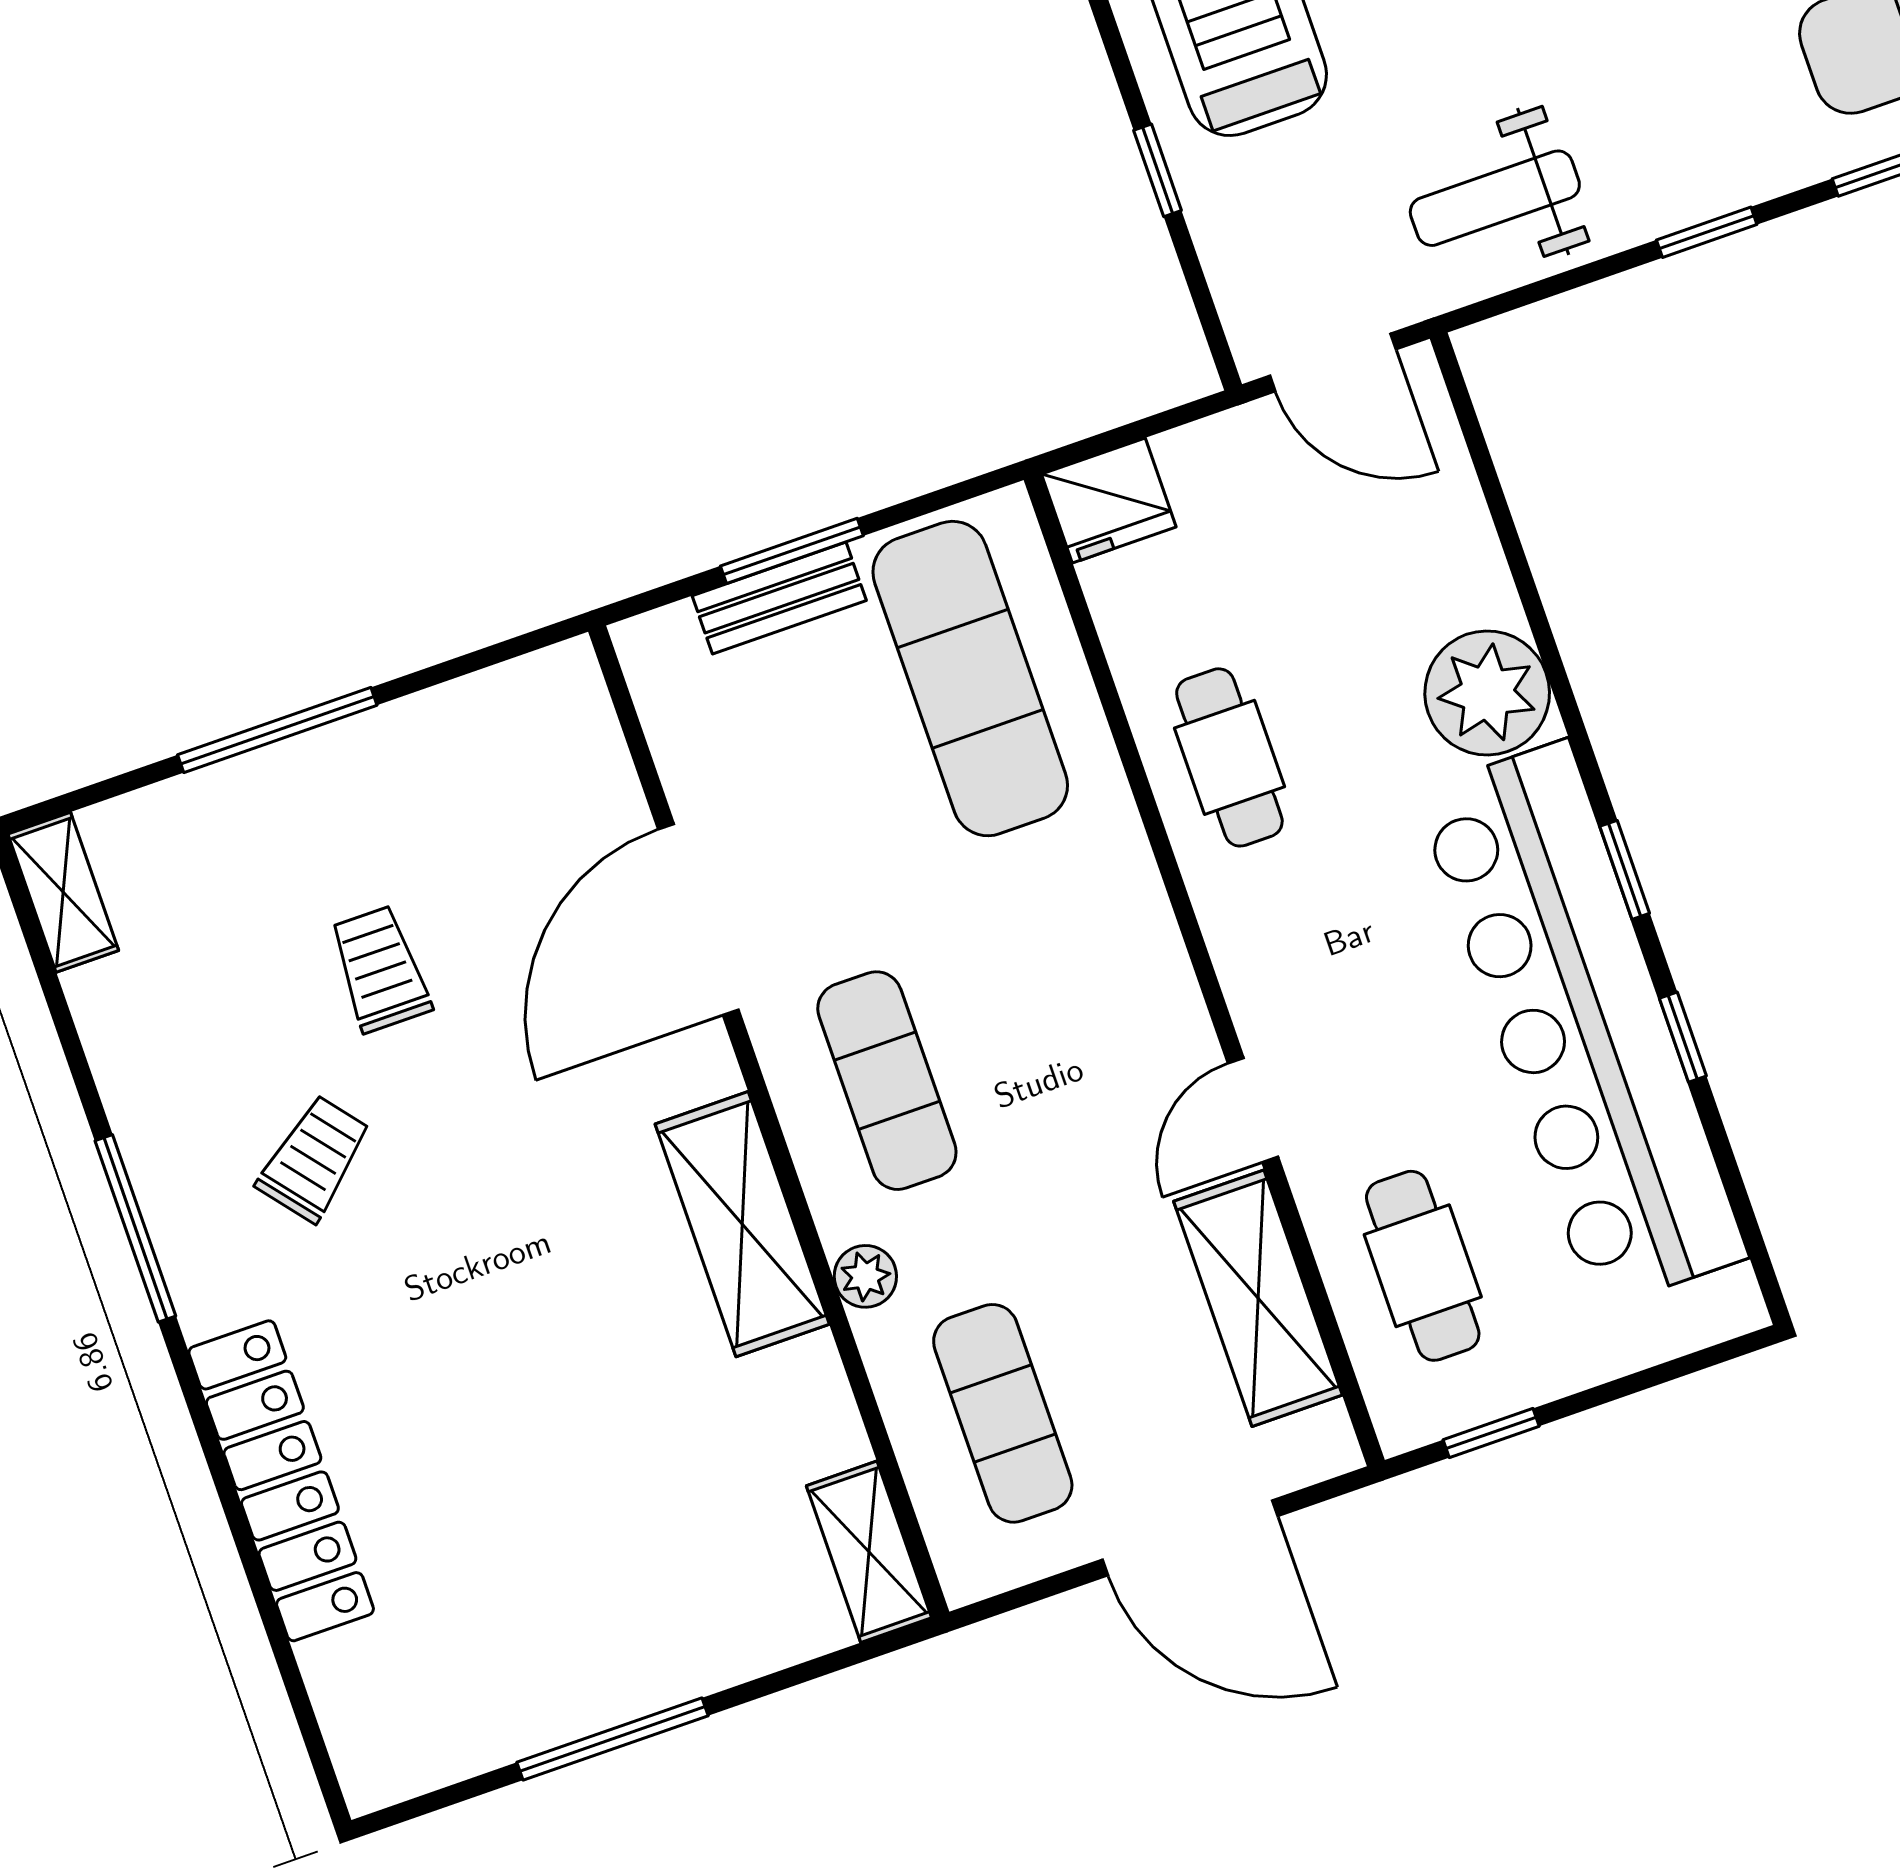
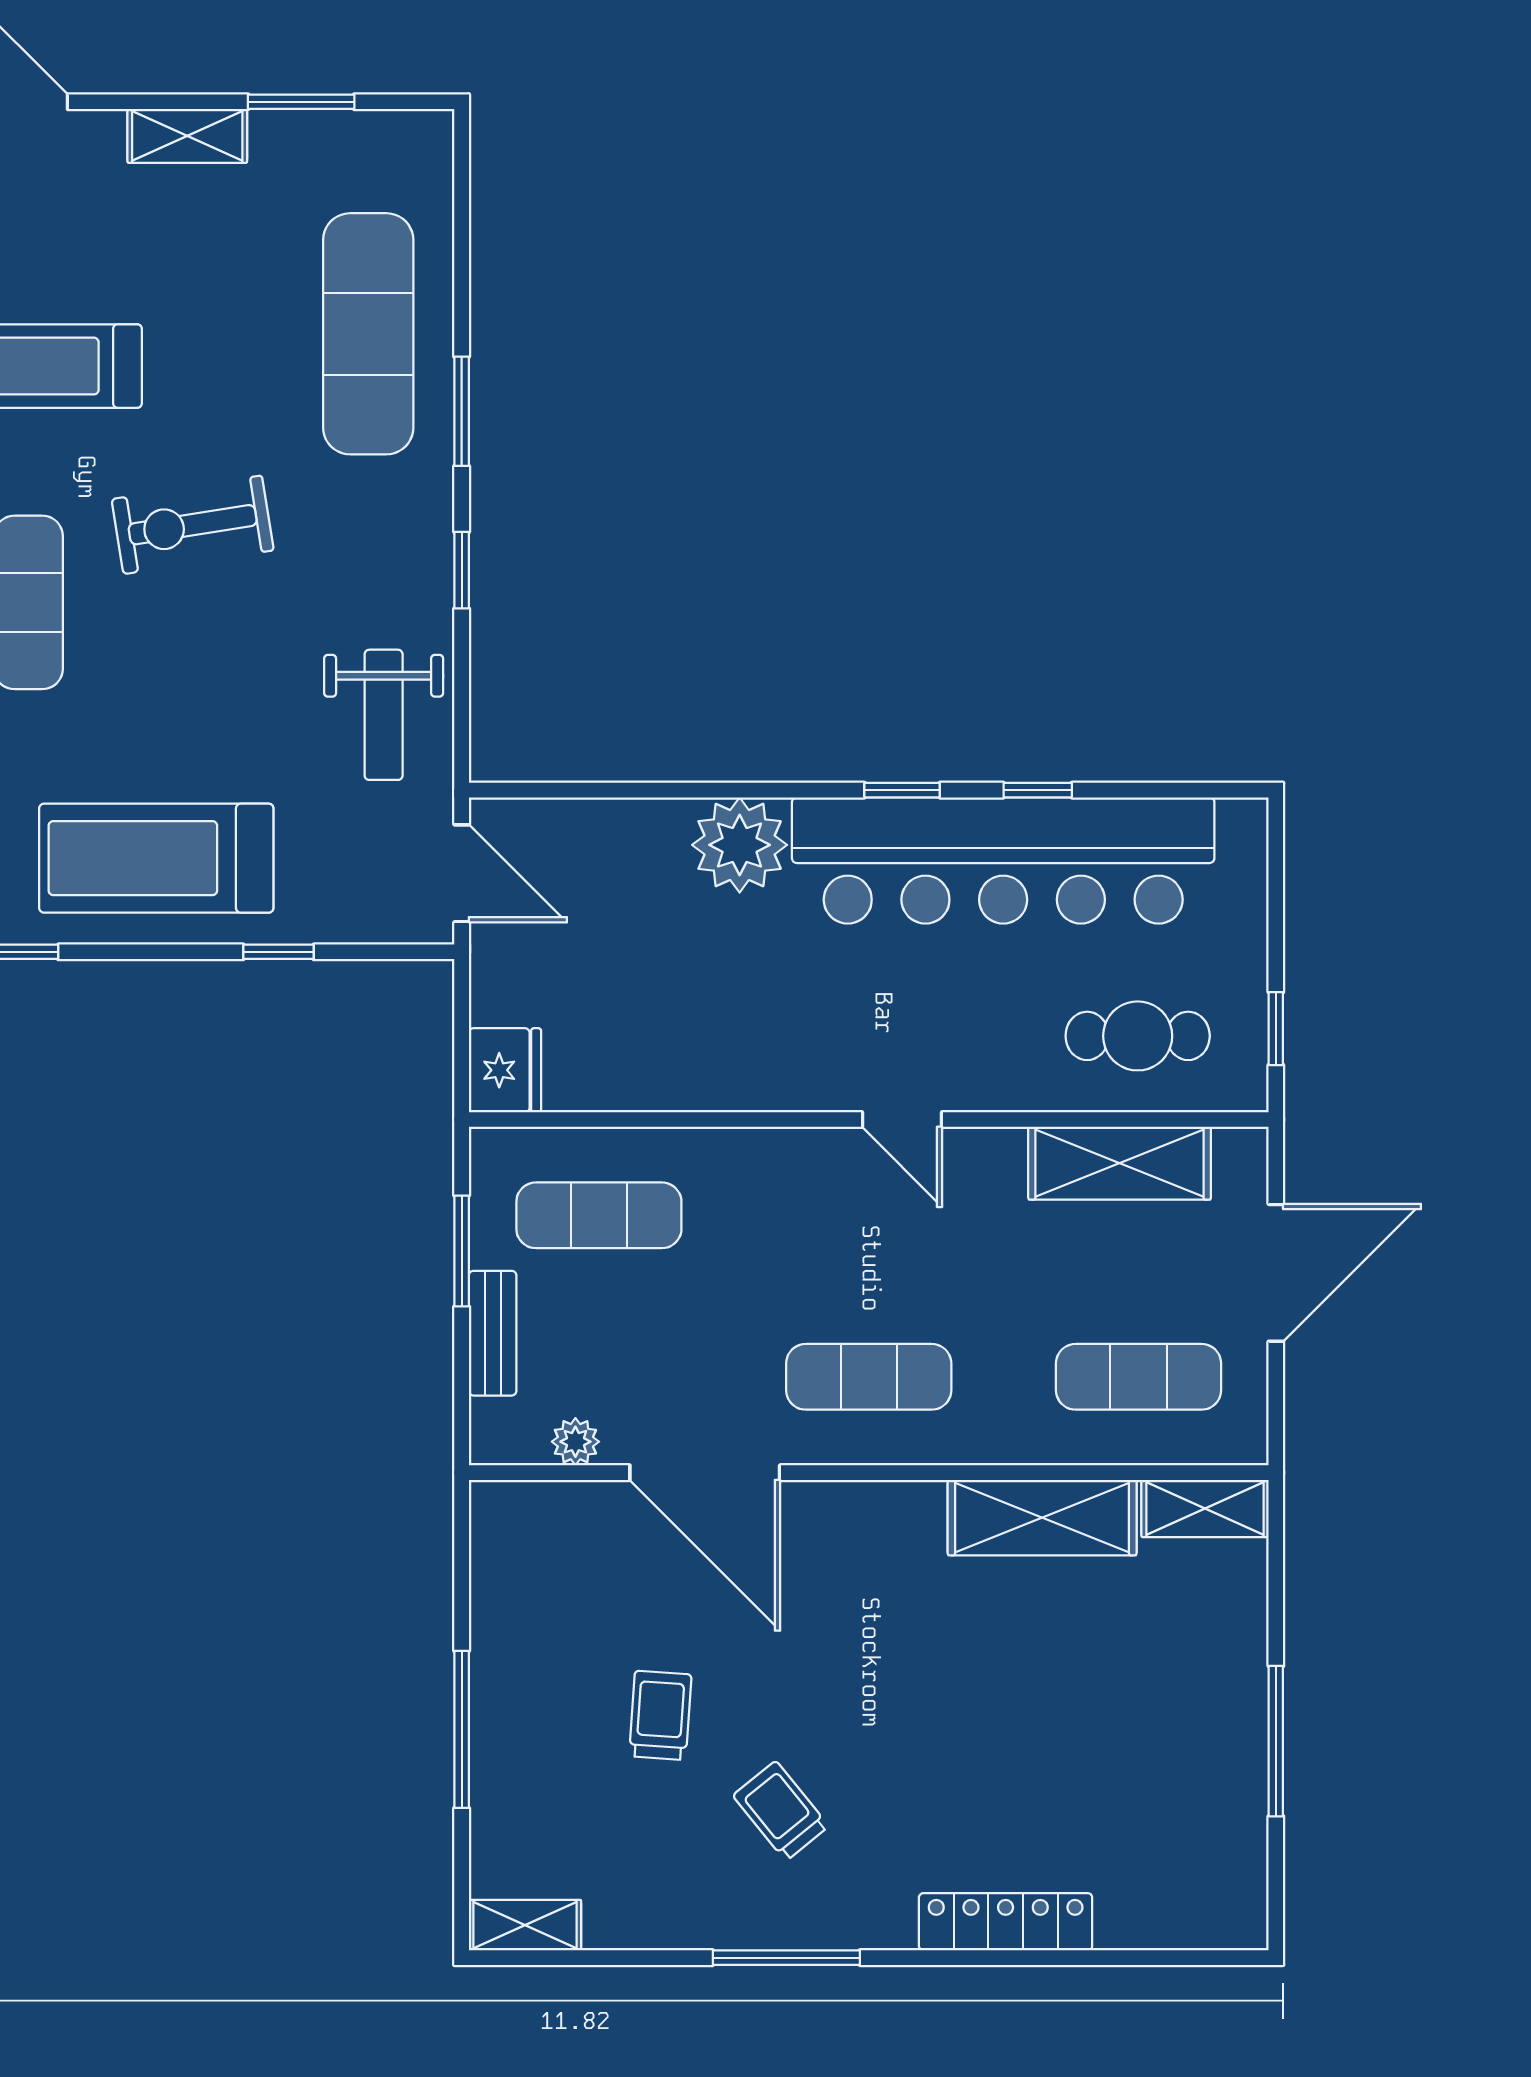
door: (1333, 362) -> (462, 873), hinge flipped
window: (792, 551) -> (462, 1251), moved
exercise mat: (970, 679) -> (599, 1215), width x0.73, depth x0.69
cafe table: (1229, 757) -> (721, 1048), removed
trolley: (380, 969) -> (660, 1715), turned 94
door: (1253, 1110) -> (902, 1119), moved
shelving: (742, 1224) -> (1042, 1518), moved
plant: (865, 1276) -> (575, 1442), moved
locker: (281, 1481) -> (1006, 1922), width x0.71, depth x0.83

